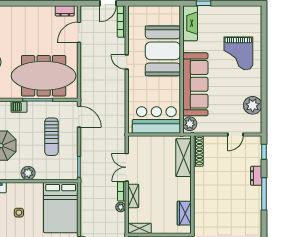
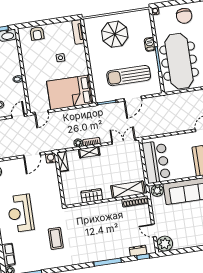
plant: (253, 105) -> (165, 244), moved
door: (79, 117) -> (133, 99), moved
sun lounger: (51, 137) -> (129, 76), width x1.36, depth x1.34
double door: (127, 167) -> (124, 141), moved
plant: (28, 173) -> (95, 60), removed
dresser: (256, 176) -> (138, 251), moved
wardrobe: (184, 213) -> (92, 196), moved

